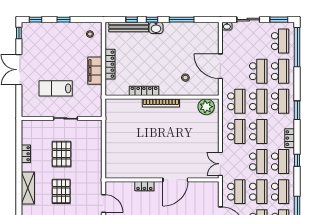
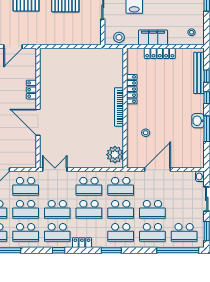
washbasin: (156, 28) -> (198, 121), moved
stool: (95, 103) -> (119, 37), added

